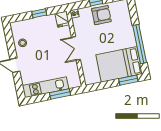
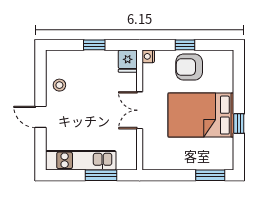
armchair: (101, 15) -> (189, 67), turned 180
window: (140, 44) -> (239, 124), width x0.32
bed: (119, 64) -> (201, 115), moved

